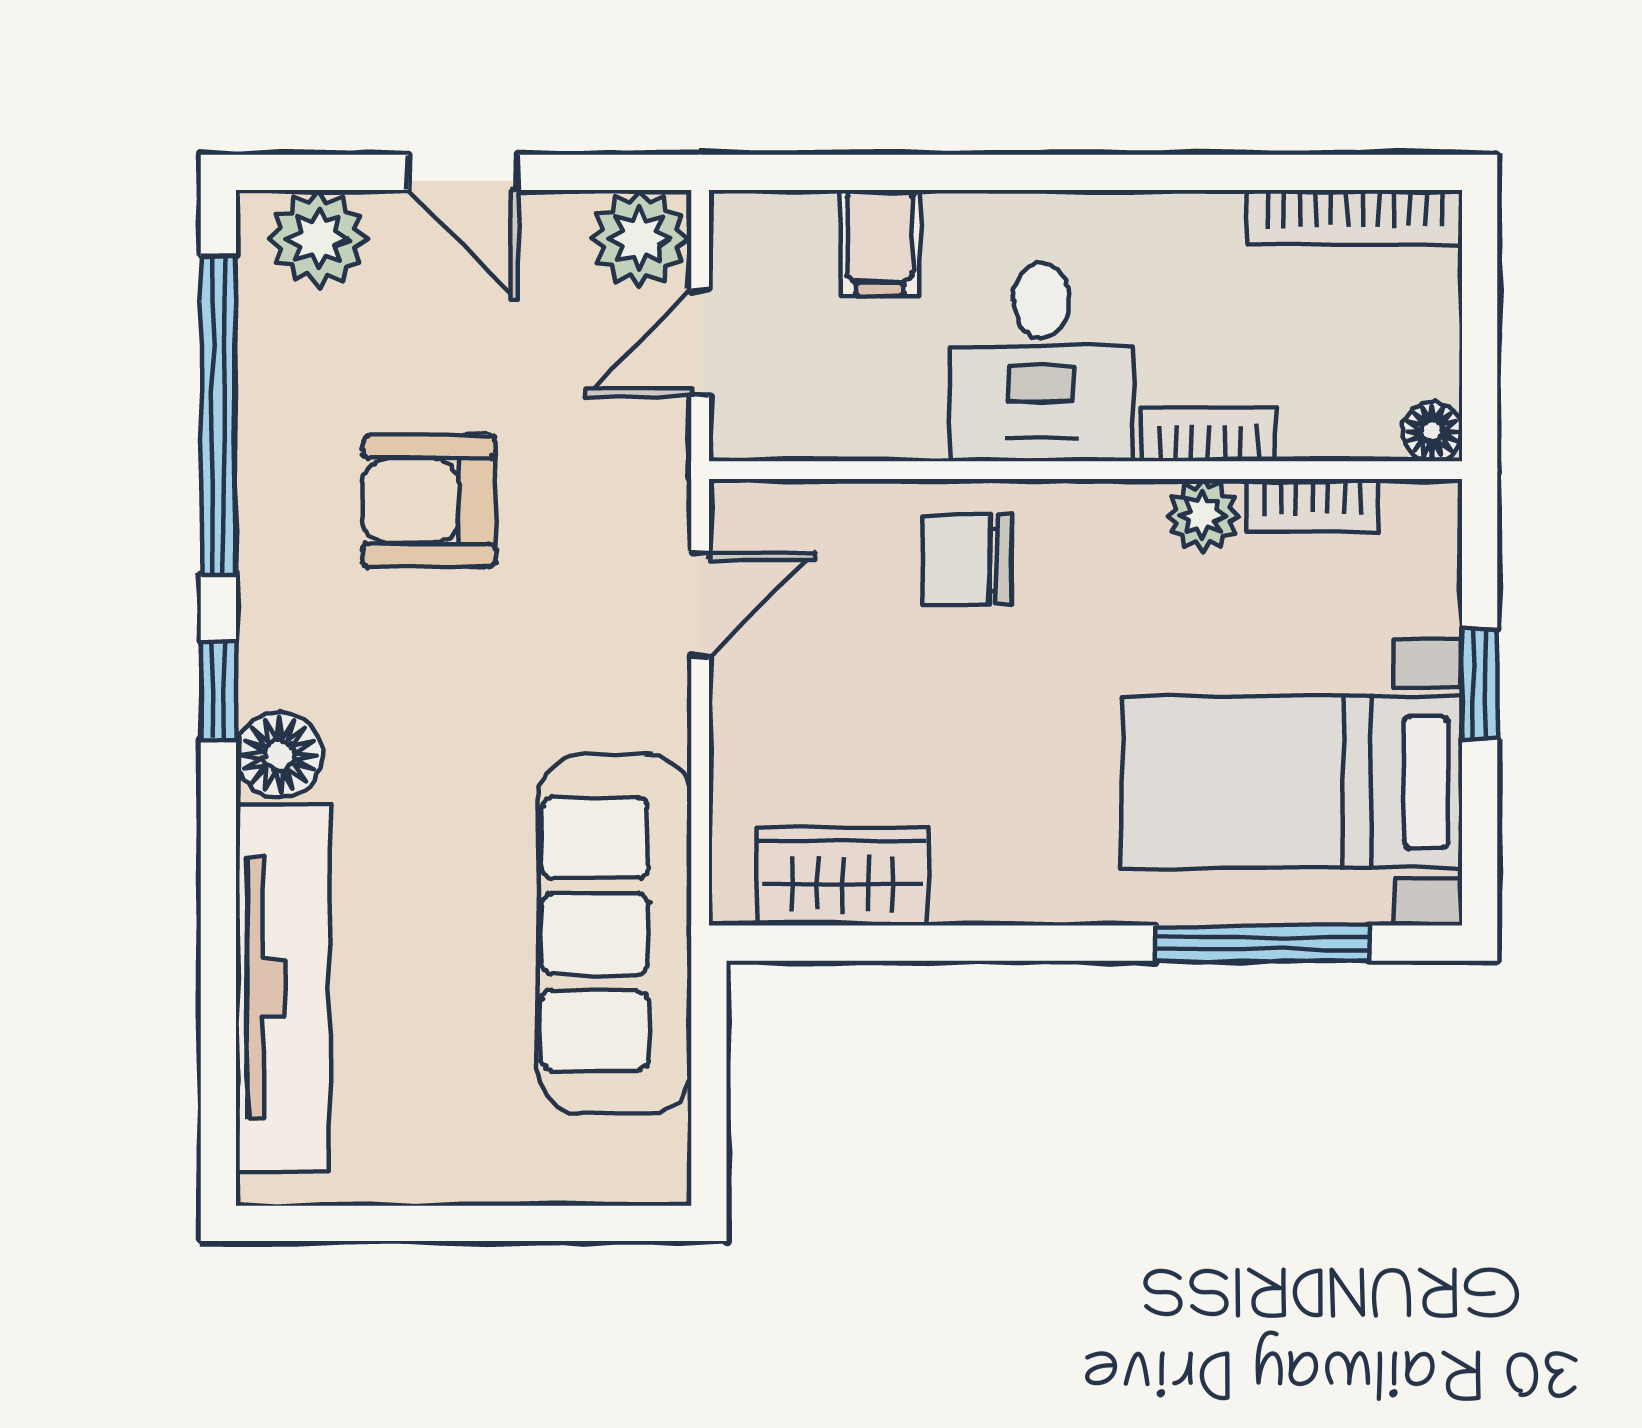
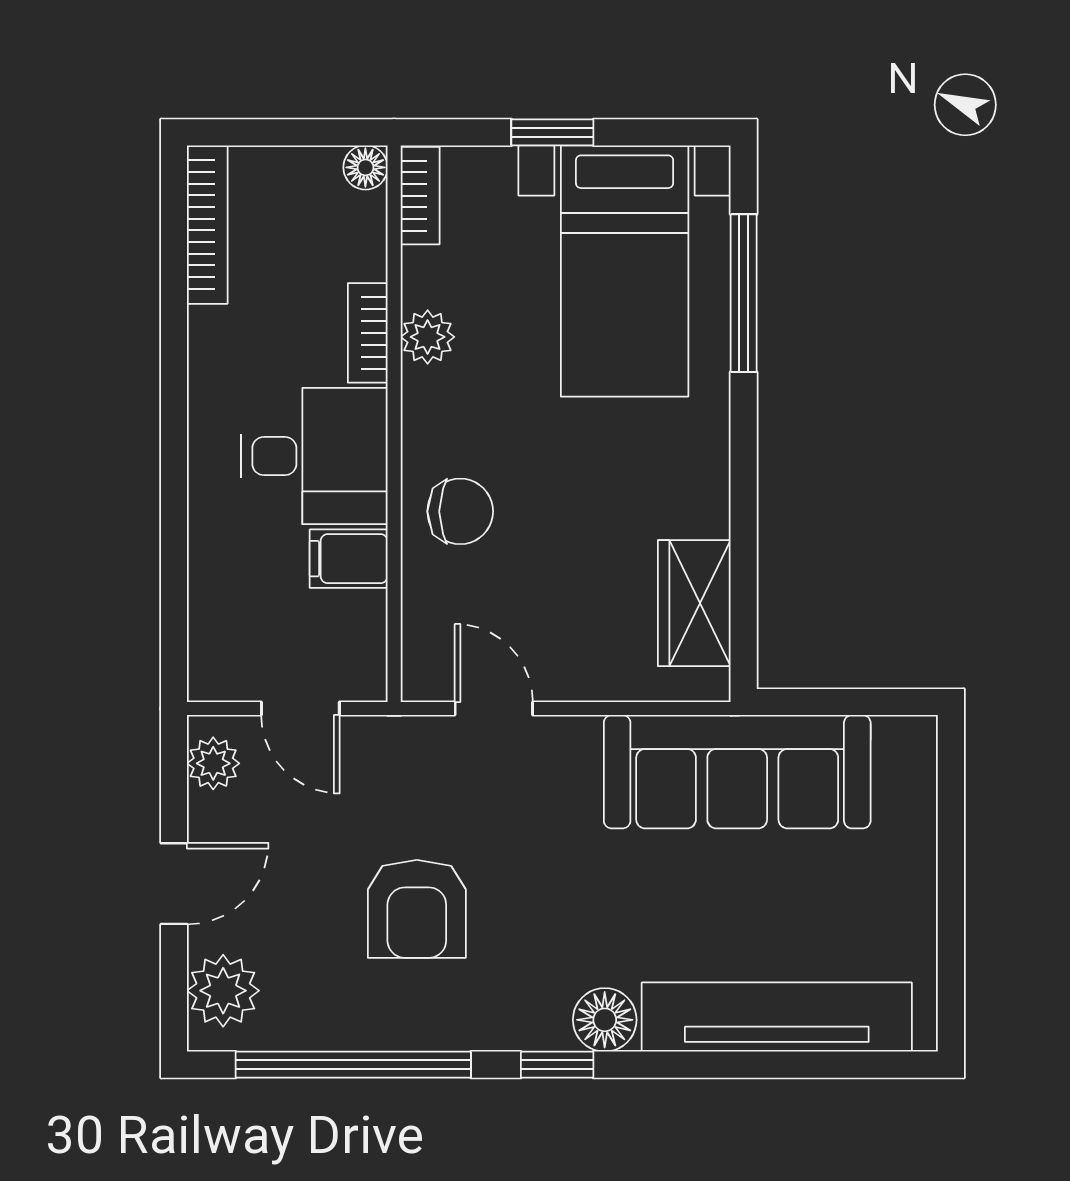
plant: (639, 239) -> (213, 763), width x0.73, depth x0.73
filing cabinet: (880, 243) -> (349, 559), moved, turned 180
bookcase: (1312, 505) -> (420, 196), moved
chair: (967, 559) -> (460, 511), turned -90

